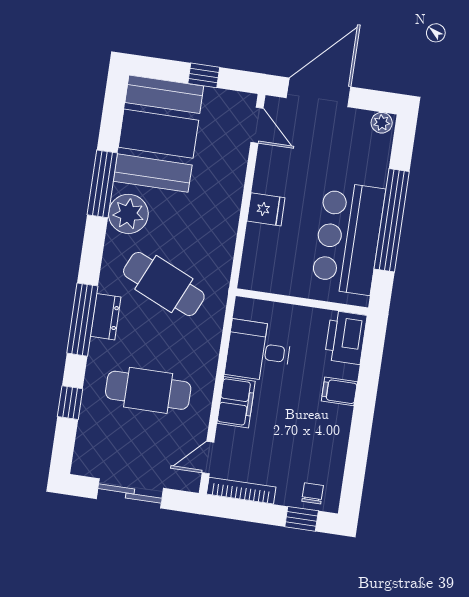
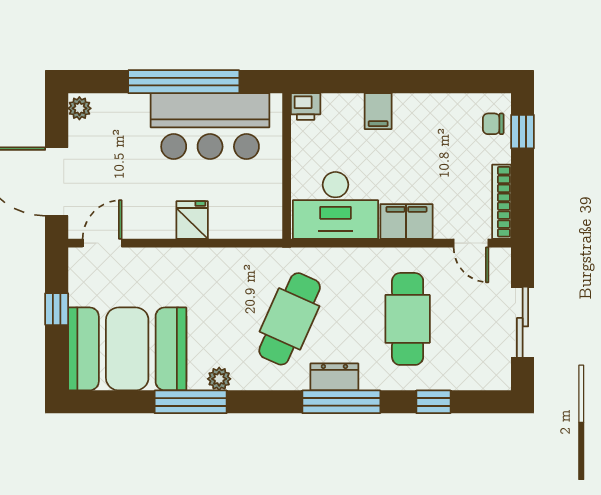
plant: (128, 214) -> (219, 379), width x0.53, depth x0.53
printer: (346, 337) -> (306, 106), width x0.53, depth x0.68
desk: (258, 351) -> (335, 205), width x1.37

